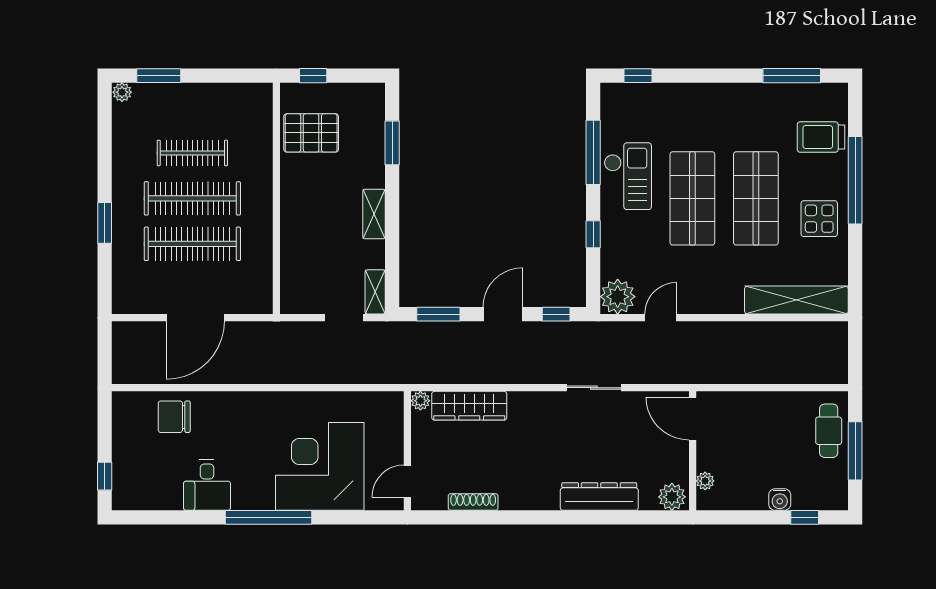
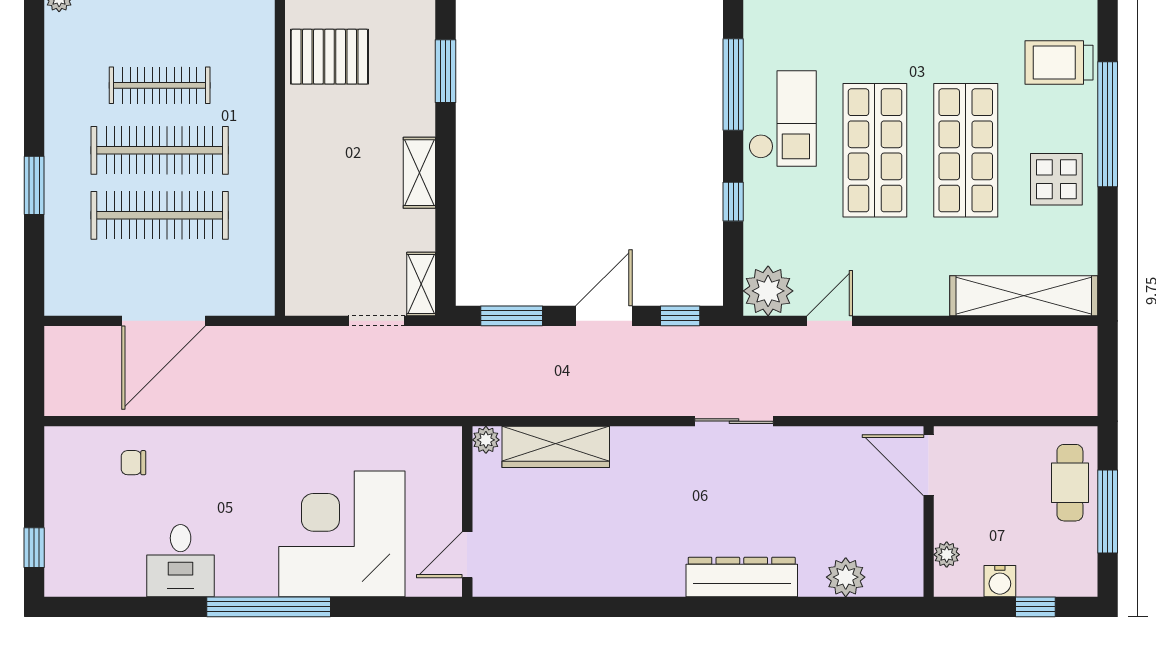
chair: (174, 417) -> (134, 463), width x0.54, depth x0.54
door: (693, 419) -> (929, 465), moved
wall: (693, 451) -> (929, 511), moved
plant: (705, 481) -> (947, 555), moved
shoe rack: (473, 502) -> (561, 585), removed

